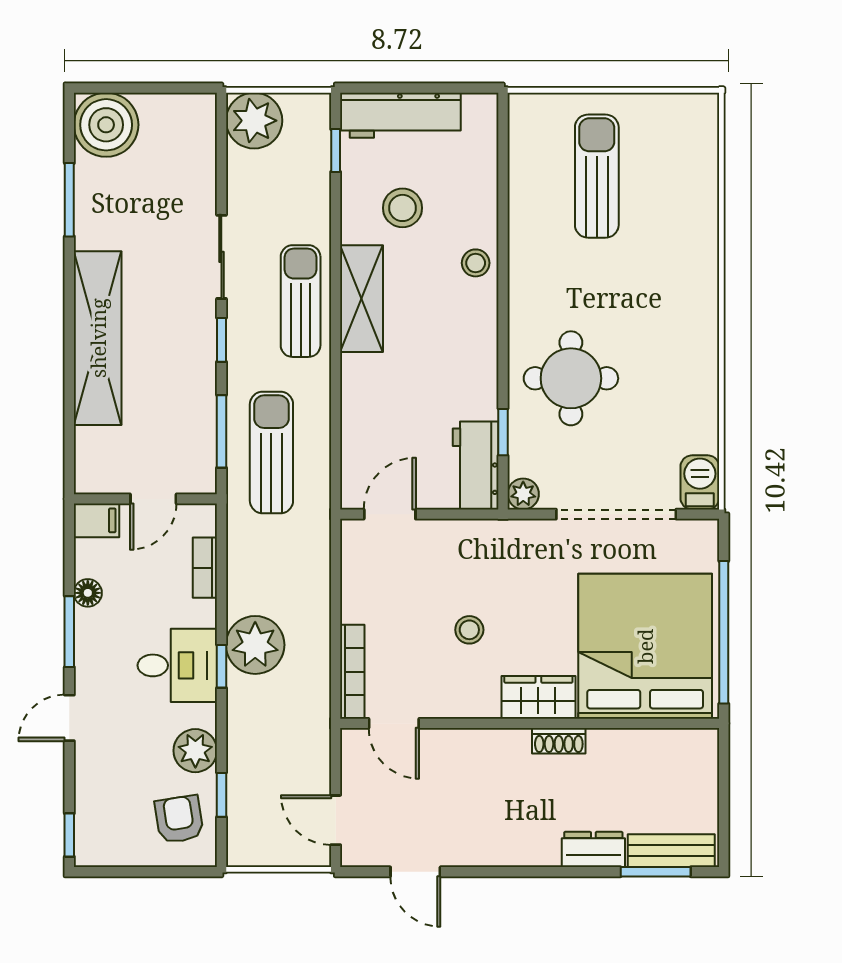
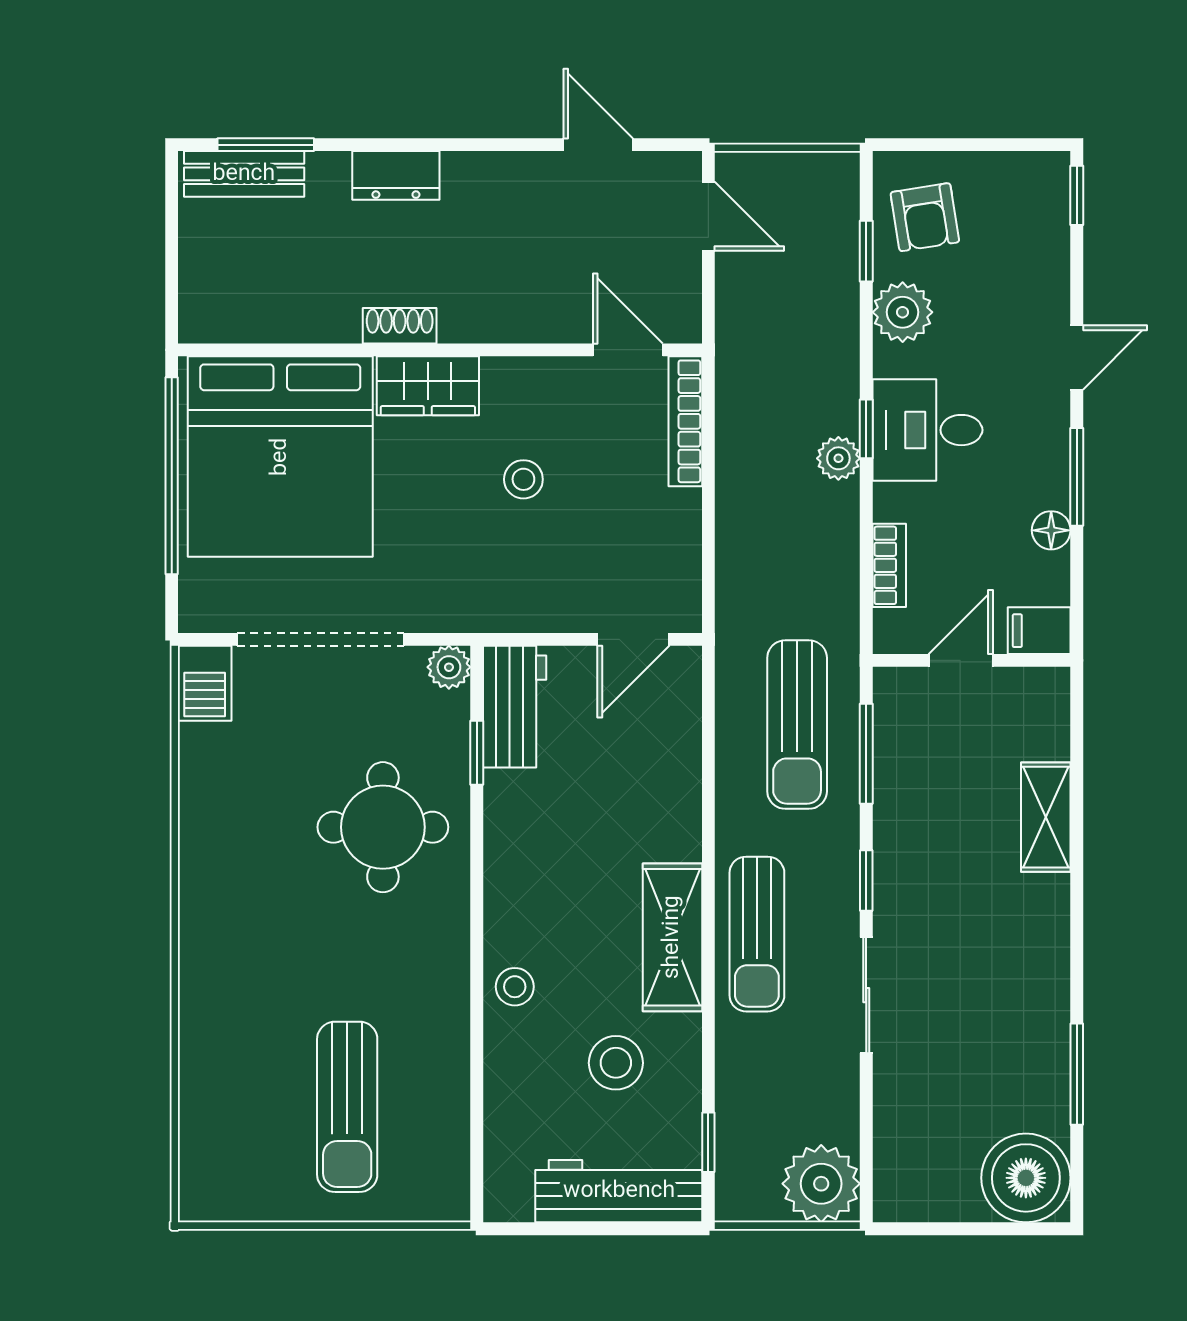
shelving: (98, 338) -> (1046, 817), width x0.45, depth x0.75
plant: (255, 645) -> (838, 458), width x0.53, depth x0.53
dresser: (593, 849) -> (396, 175), moved

